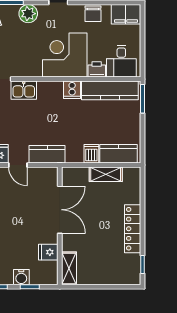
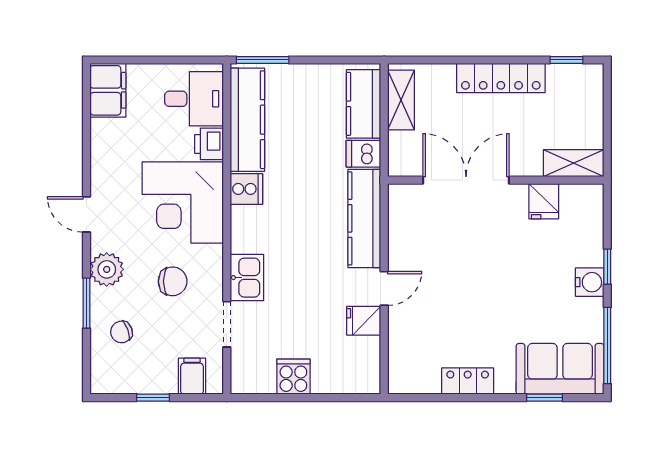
chair: (93, 14) -> (173, 281), moved
kitchen counter: (47, 154) -> (364, 218), width x1.50
shelving: (106, 174) -> (401, 100), moved
double door: (60, 210) -> (466, 180), moved
wall: (60, 226) -> (496, 180), moved
fridge: (48, 252) -> (544, 201), moved
shelving: (69, 268) -> (574, 163), moved

